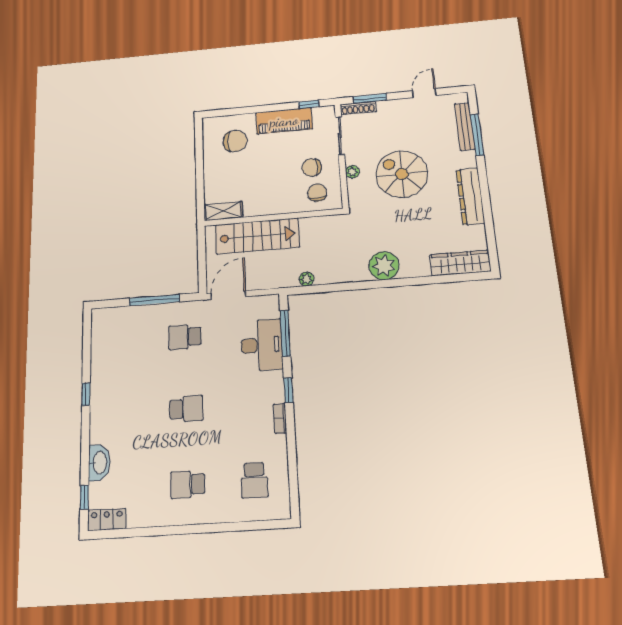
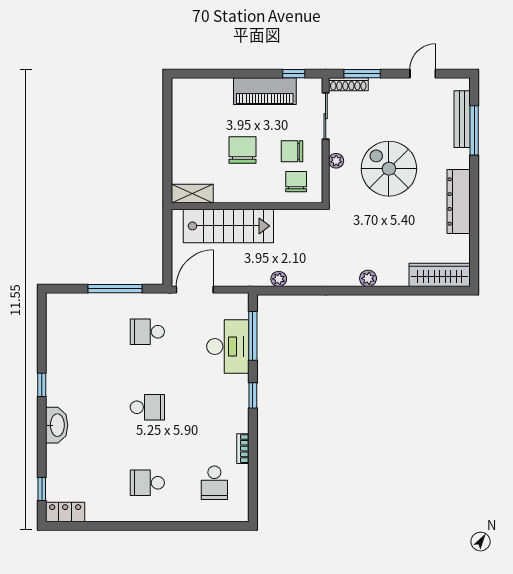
chair: (235, 141) -> (243, 150), moved, turned -90
plant: (384, 266) -> (368, 278), width x0.53, depth x0.53
bookcase: (280, 418) -> (243, 449), moved
washbasin: (99, 463) -> (57, 425), moved

